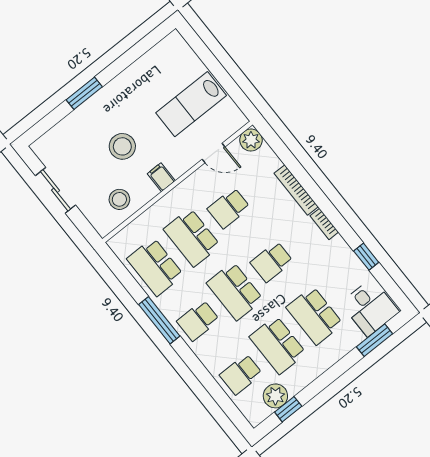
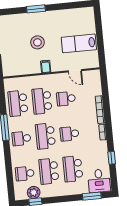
plant: (251, 140) -> (95, 76), removed
stool: (119, 199) -> (21, 64), removed

